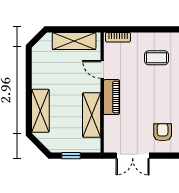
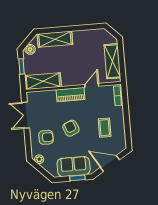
armchair: (154, 100) -> (71, 128), added
shelving: (92, 115) -> (43, 81), moved
boiler: (50, 143) -> (30, 49), added

